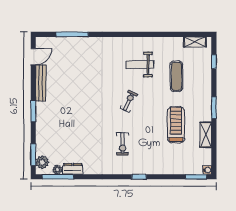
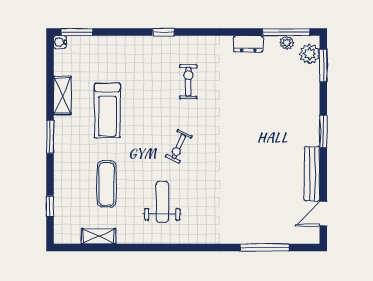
shelving: (195, 42) -> (99, 236), moved
weight bench: (140, 65) -> (162, 202), turned -90
dresser: (73, 169) -> (248, 44), moved

